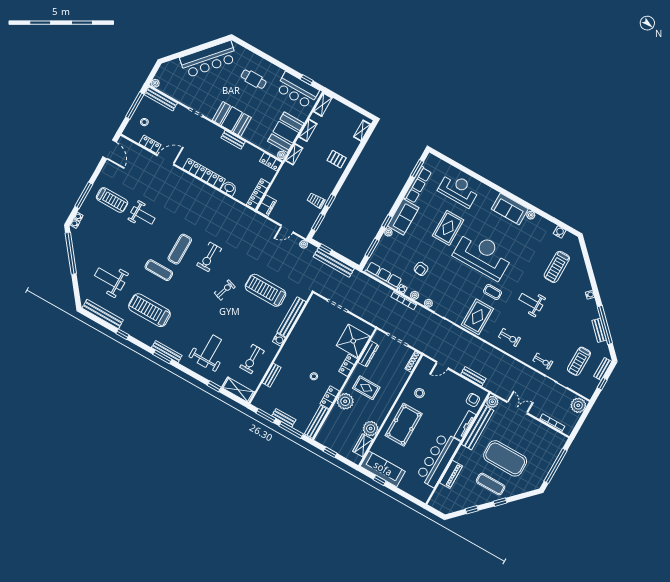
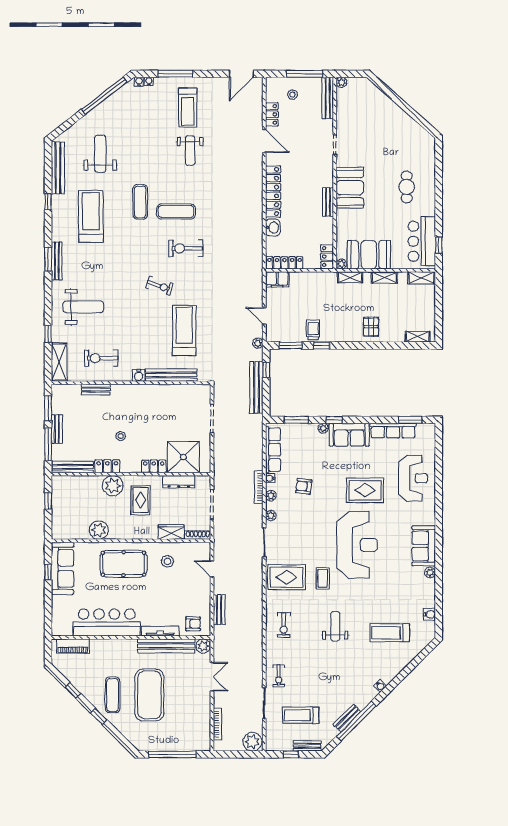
bar counter: (208, 59) -> (400, 125), removed
wardrobe: (363, 445) -> (171, 532), moved
piano: (451, 474) -> (73, 646), moved

